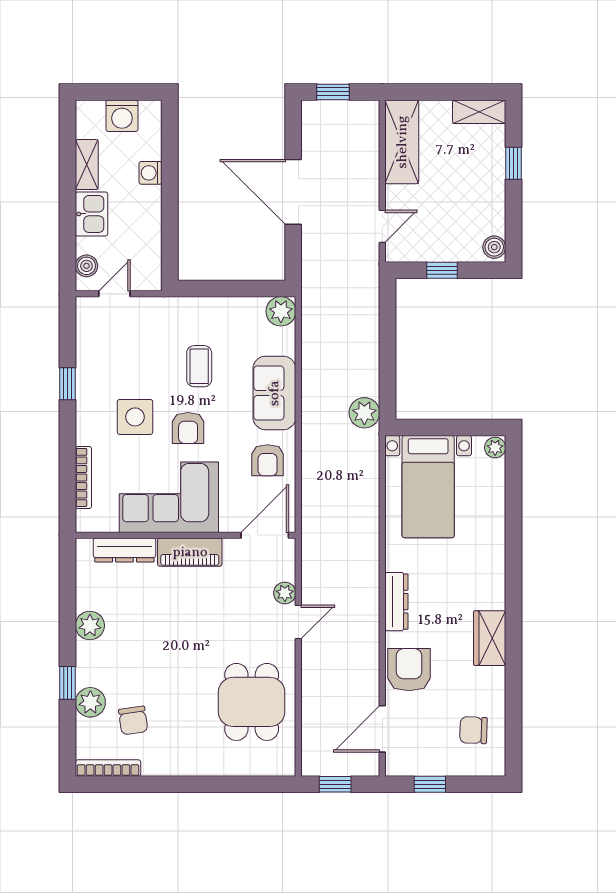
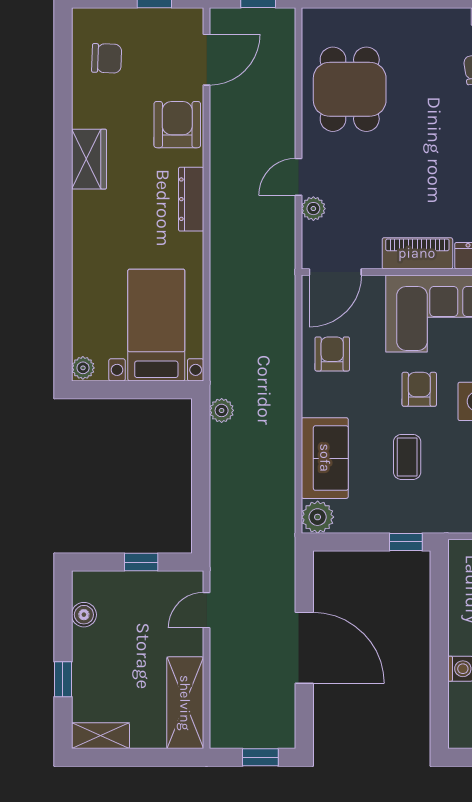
boiler: (494, 247) -> (84, 615), moved
window: (200, 289) -> (406, 542), added
sofa: (274, 393) -> (325, 458), moved
plant: (364, 413) -> (222, 410), width x0.73, depth x0.73
armchair: (409, 670) -> (177, 125), turned 180

